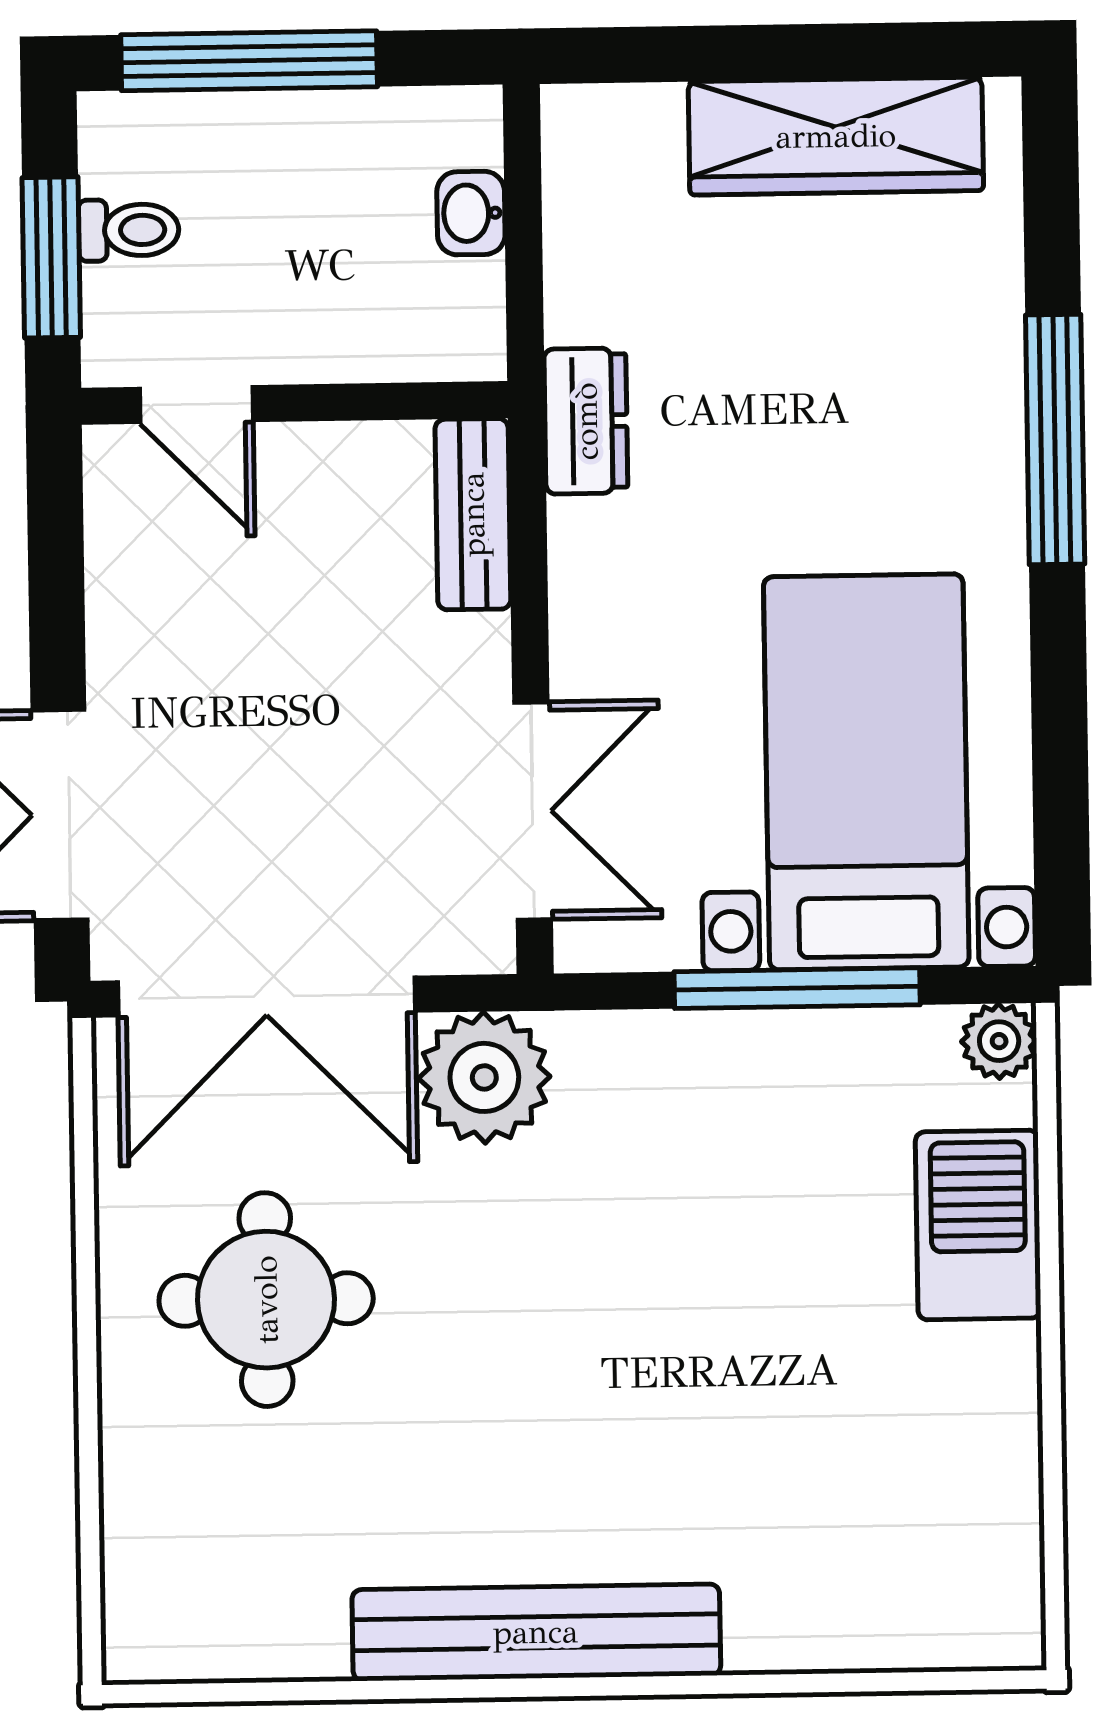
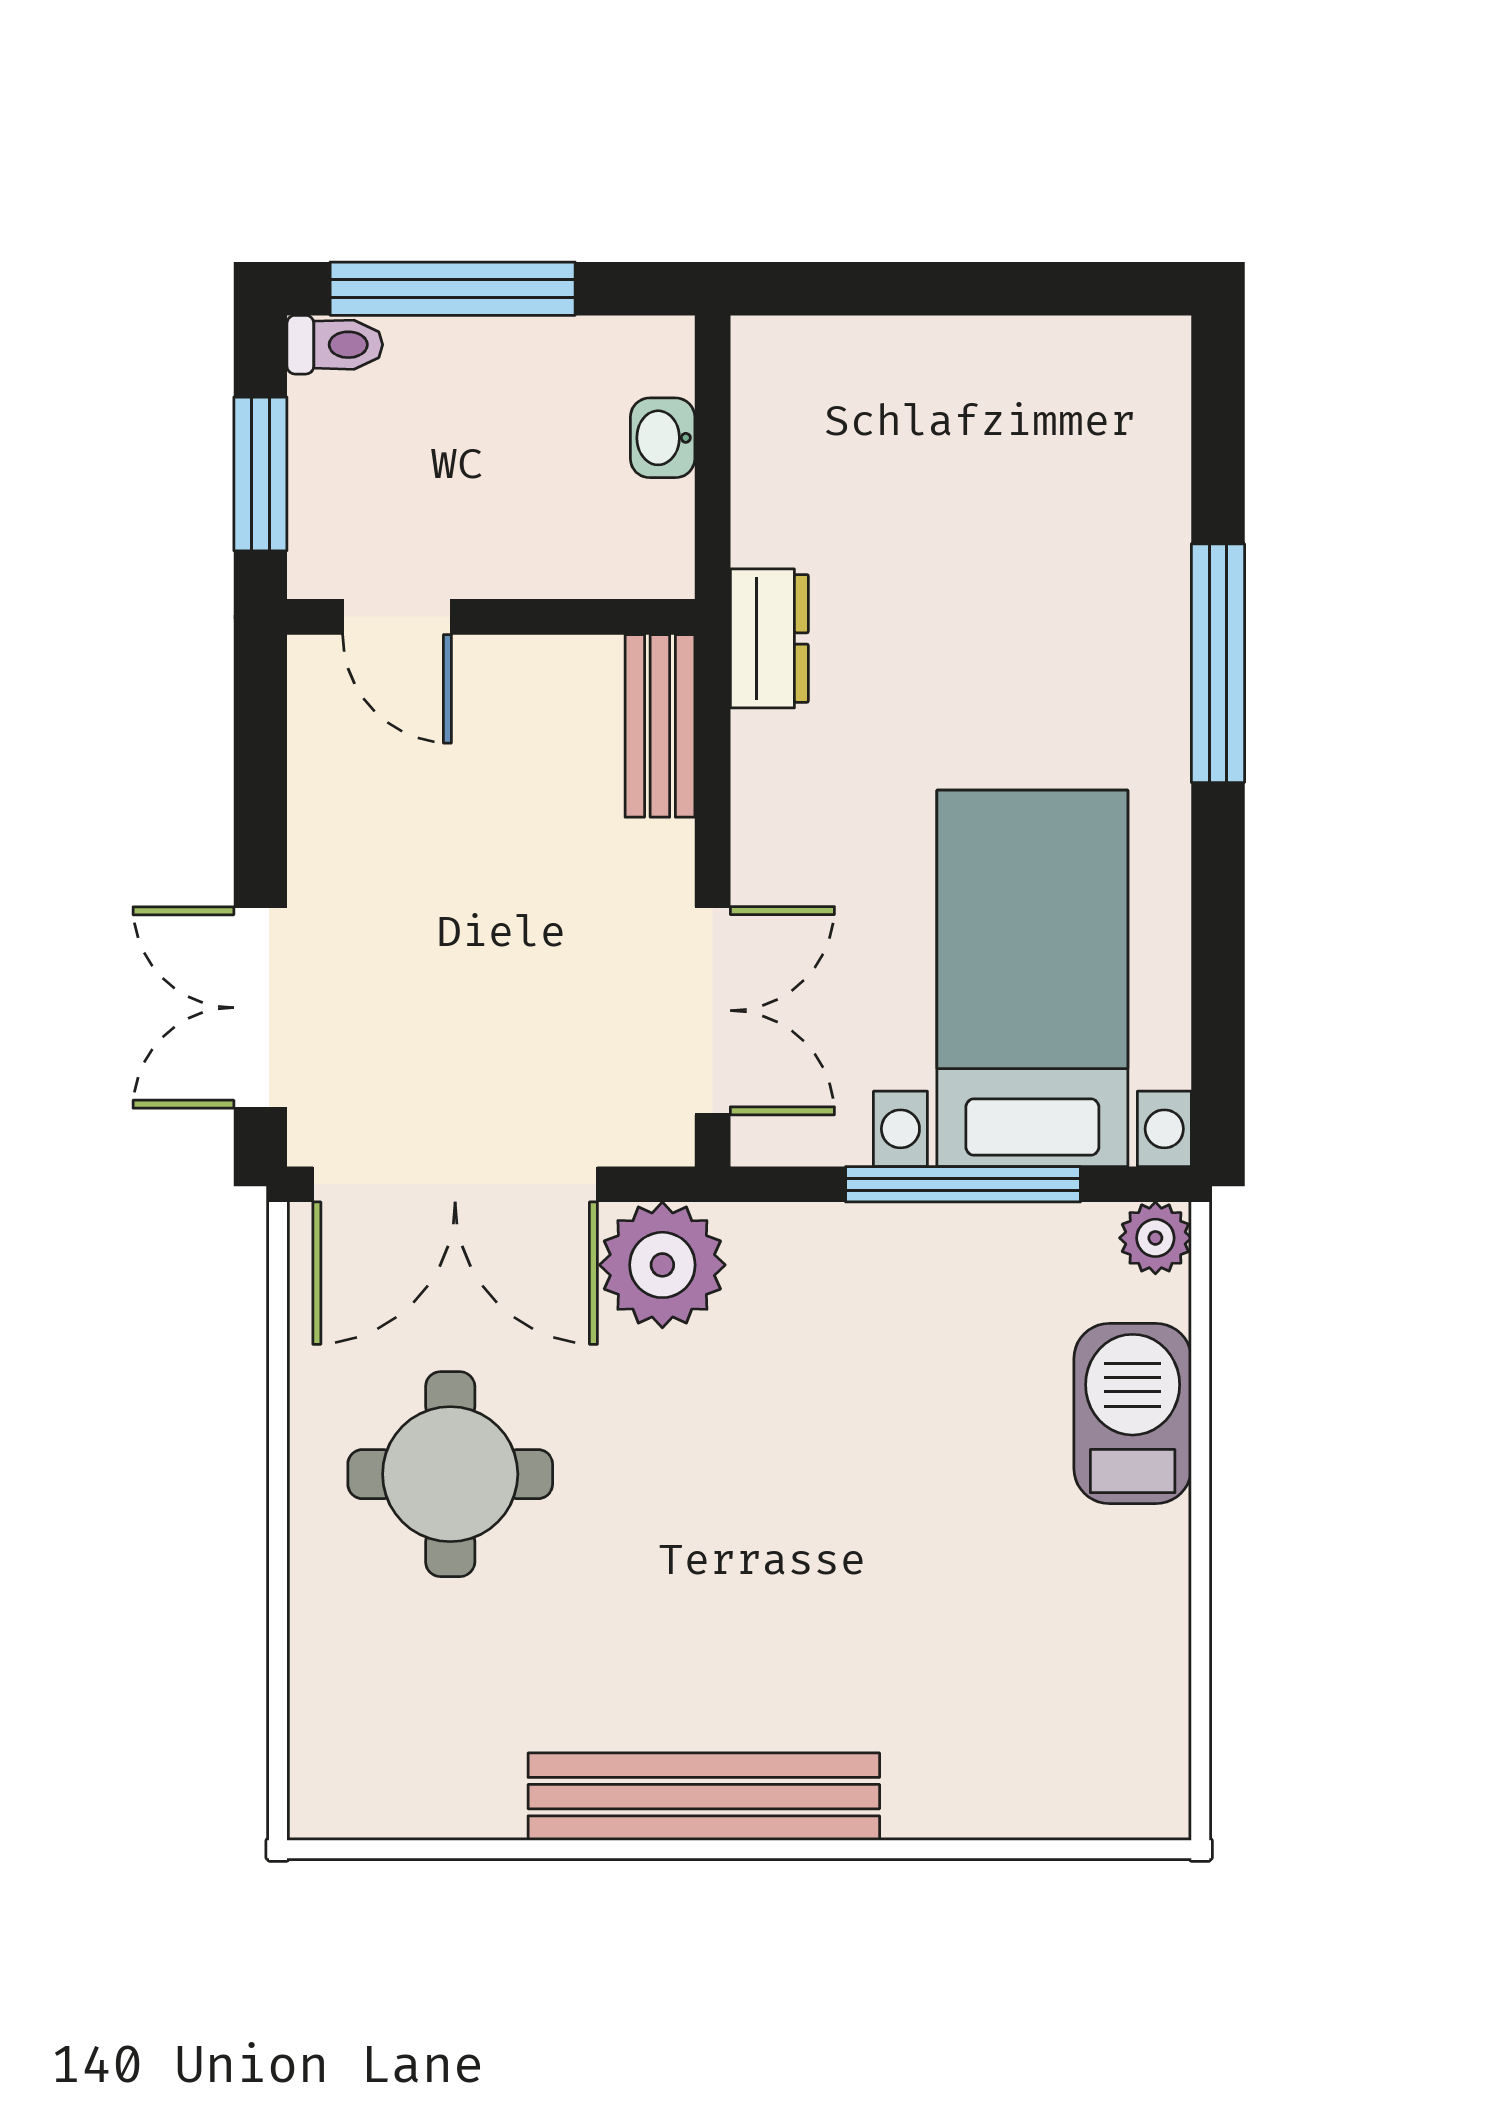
wardrobe: (836, 136) -> (1013, 370), removed
toilet: (129, 230) -> (335, 345), moved

